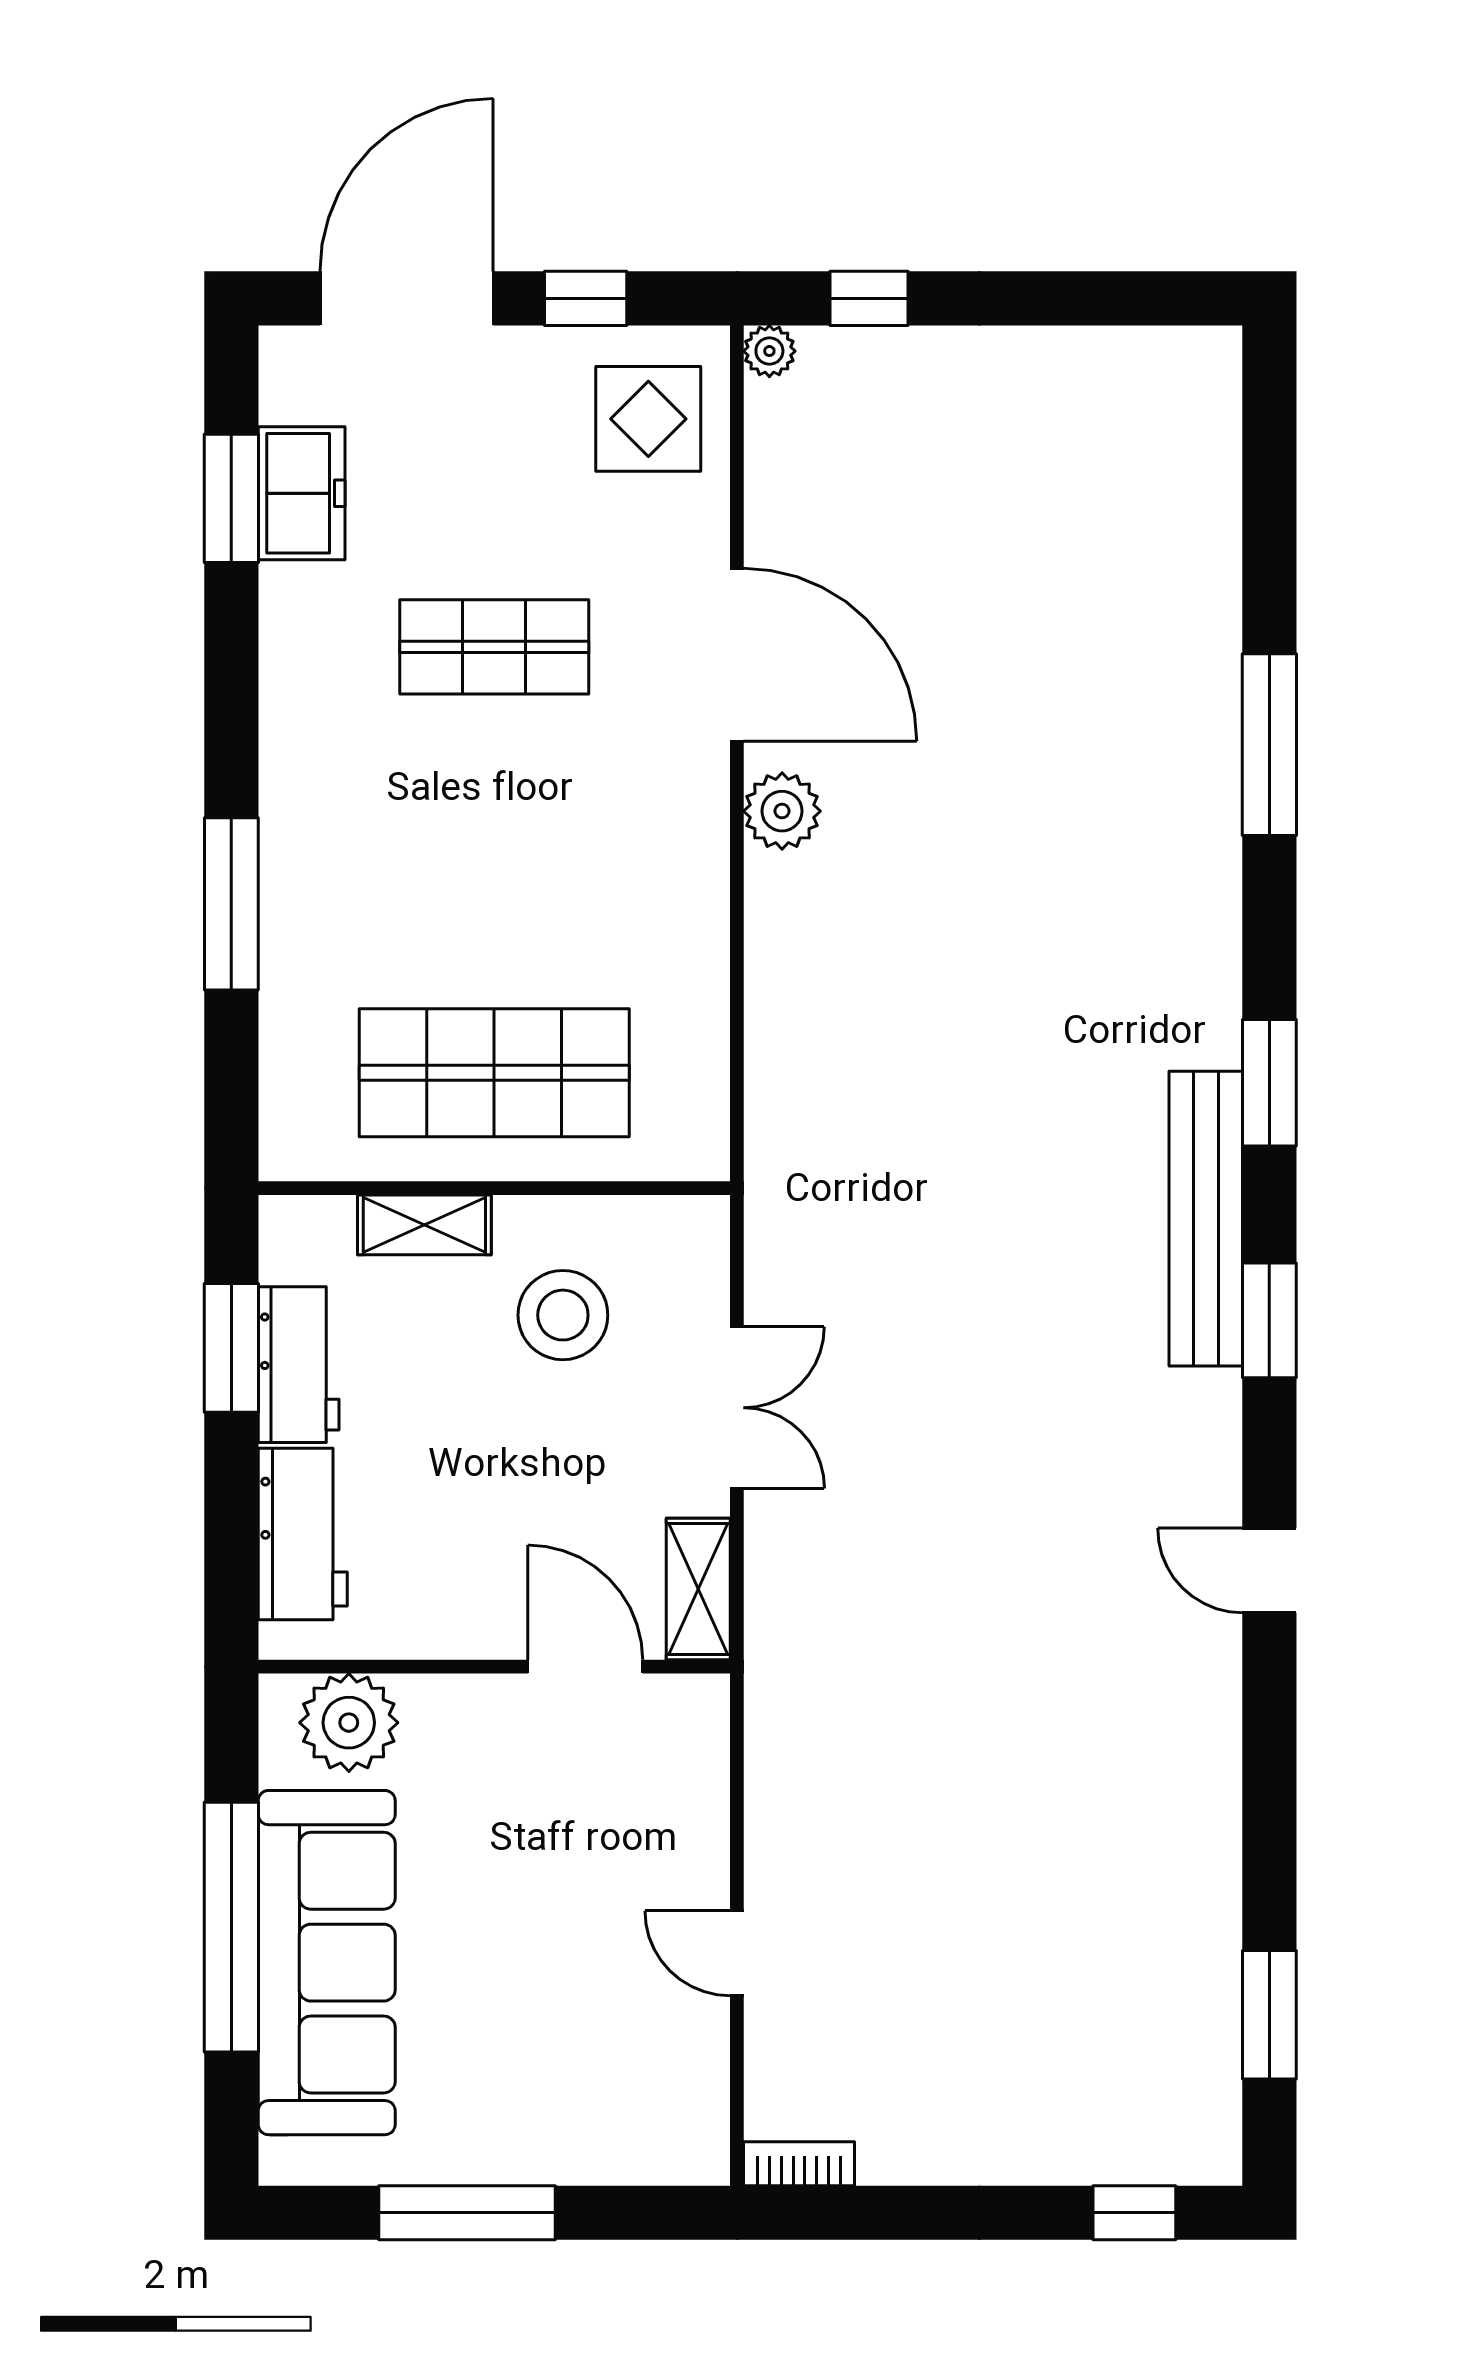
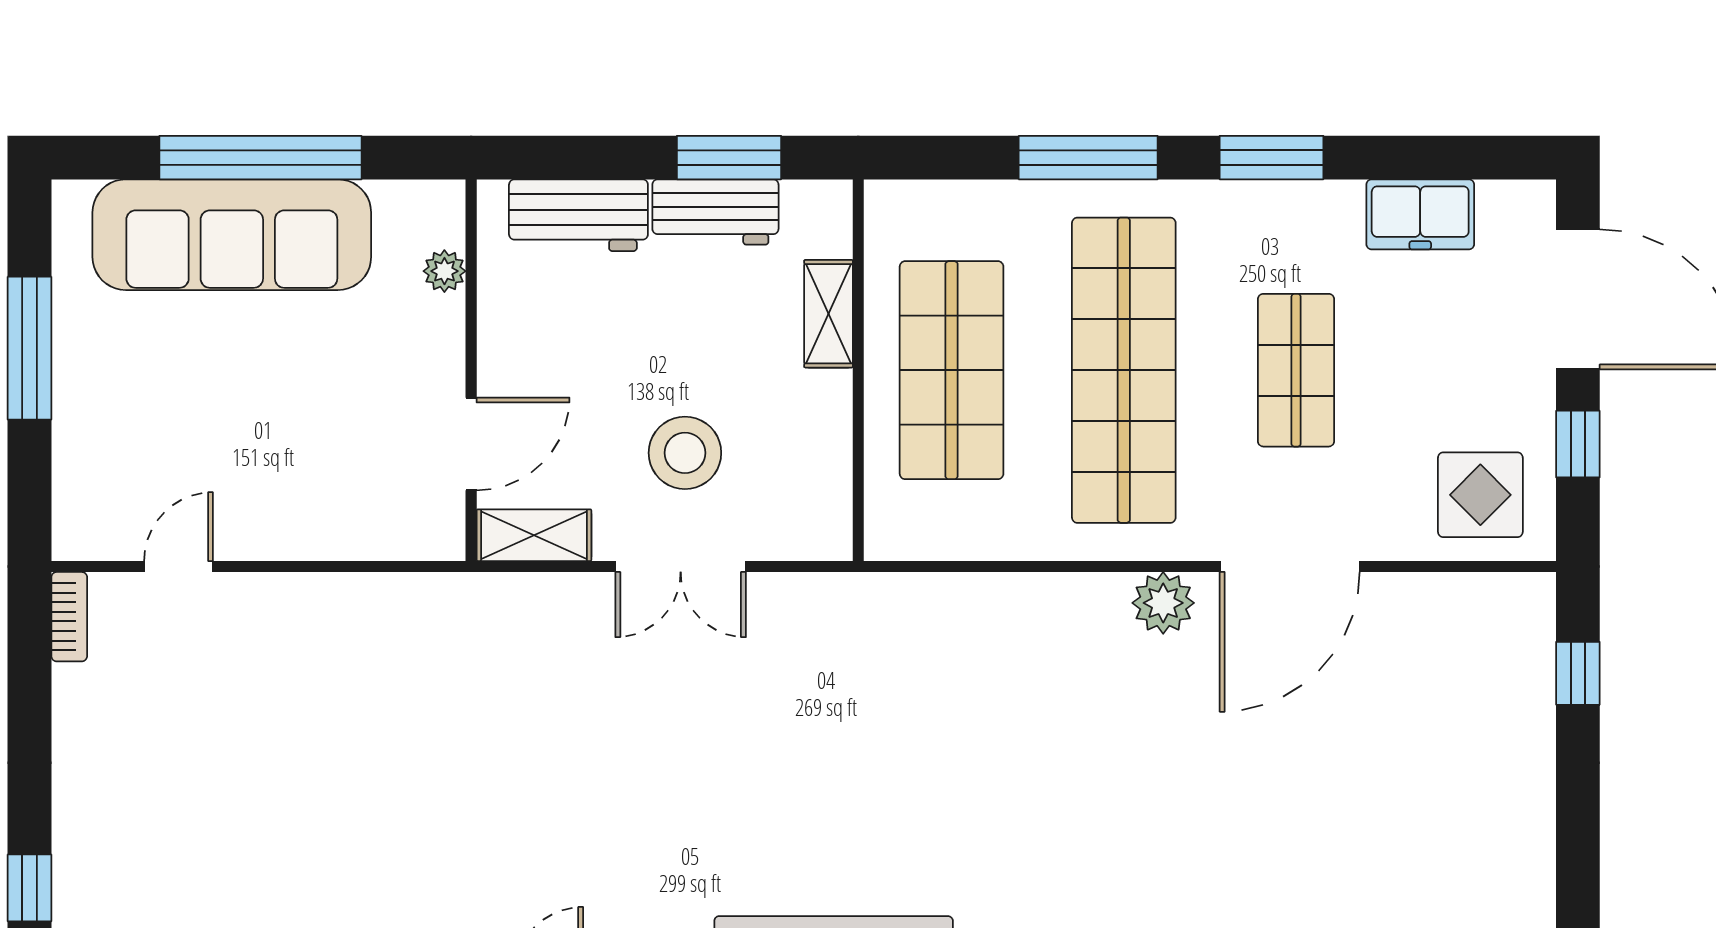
plant: (769, 351) -> (1535, 593), removed
window: (231, 498) -> (1271, 158), moved
shop shelf: (494, 860) -> (1124, 370), added
stool: (563, 1315) -> (685, 453), moved
plant: (349, 1723) -> (444, 271), width x0.53, depth x0.53
door: (737, 1953) -> (179, 566), moved

